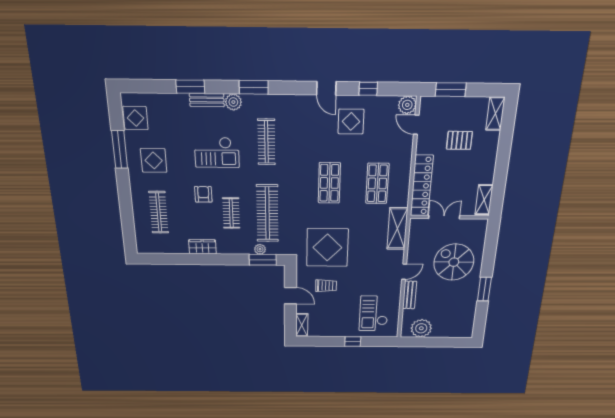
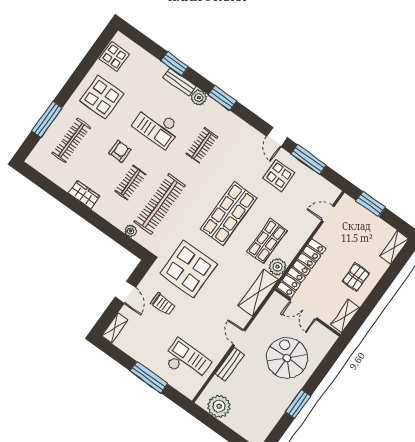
window: (368, 89) -> (308, 159), width x2.17
plant: (407, 105) -> (278, 267), moved
door: (416, 125) -> (328, 214), hinge flipped
pallet: (459, 140) -> (356, 277), moved, turned 90
clothes rail: (266, 142) -> (202, 145), width x0.73
window: (120, 150) -> (47, 119), moved
display table: (154, 160) -> (102, 97), width x1.36, depth x1.36
shop shelf: (329, 183) -> (228, 213), width x1.43, depth x1.36
double door: (444, 217) -> (303, 309), swing flipped
window: (263, 260) -> (126, 242), removed
door: (404, 272) -> (239, 338), swing flipped
checkout: (374, 313) -> (186, 361), turned 90
window: (353, 341) -> (149, 377), width x2.17

